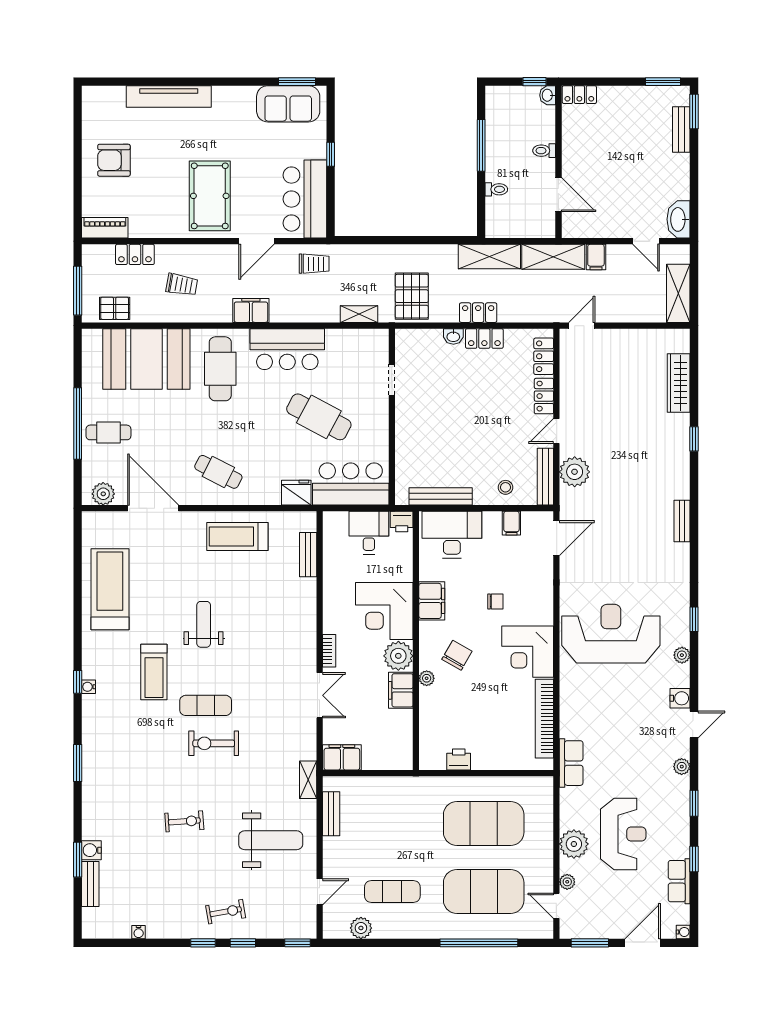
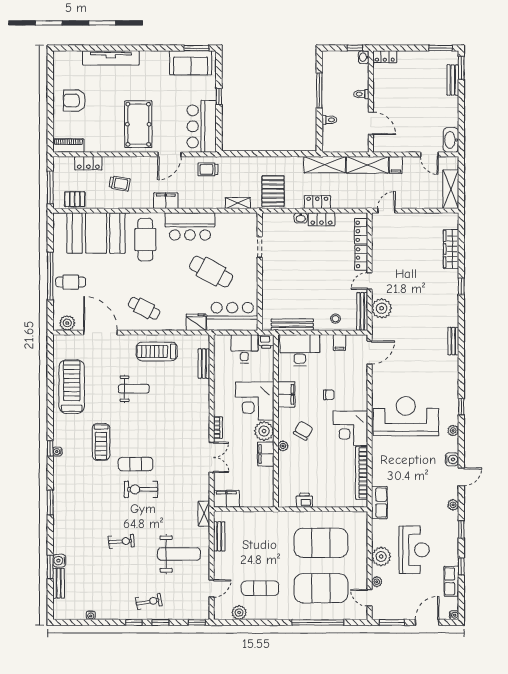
trolley: (314, 264) -> (208, 169), turned 180
weight bench: (204, 624) -> (134, 389), moved, turned 90

